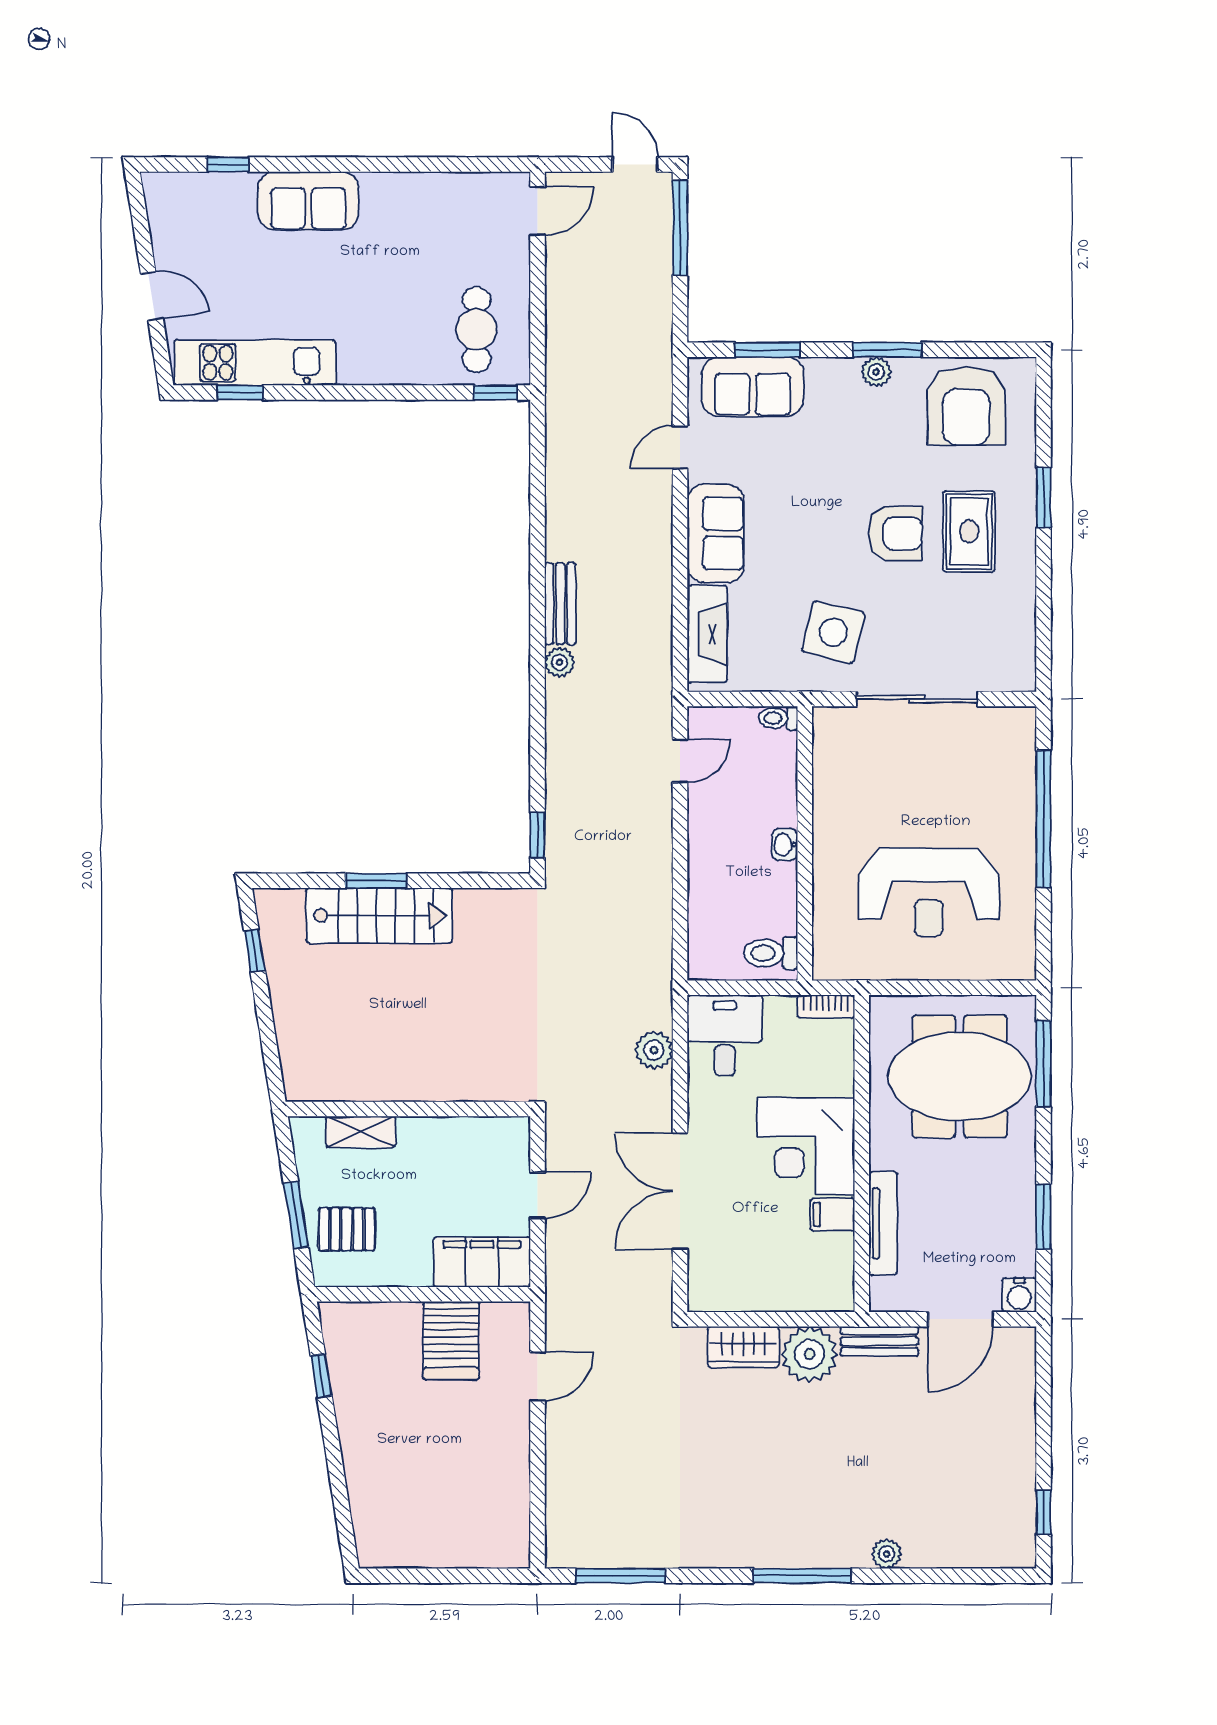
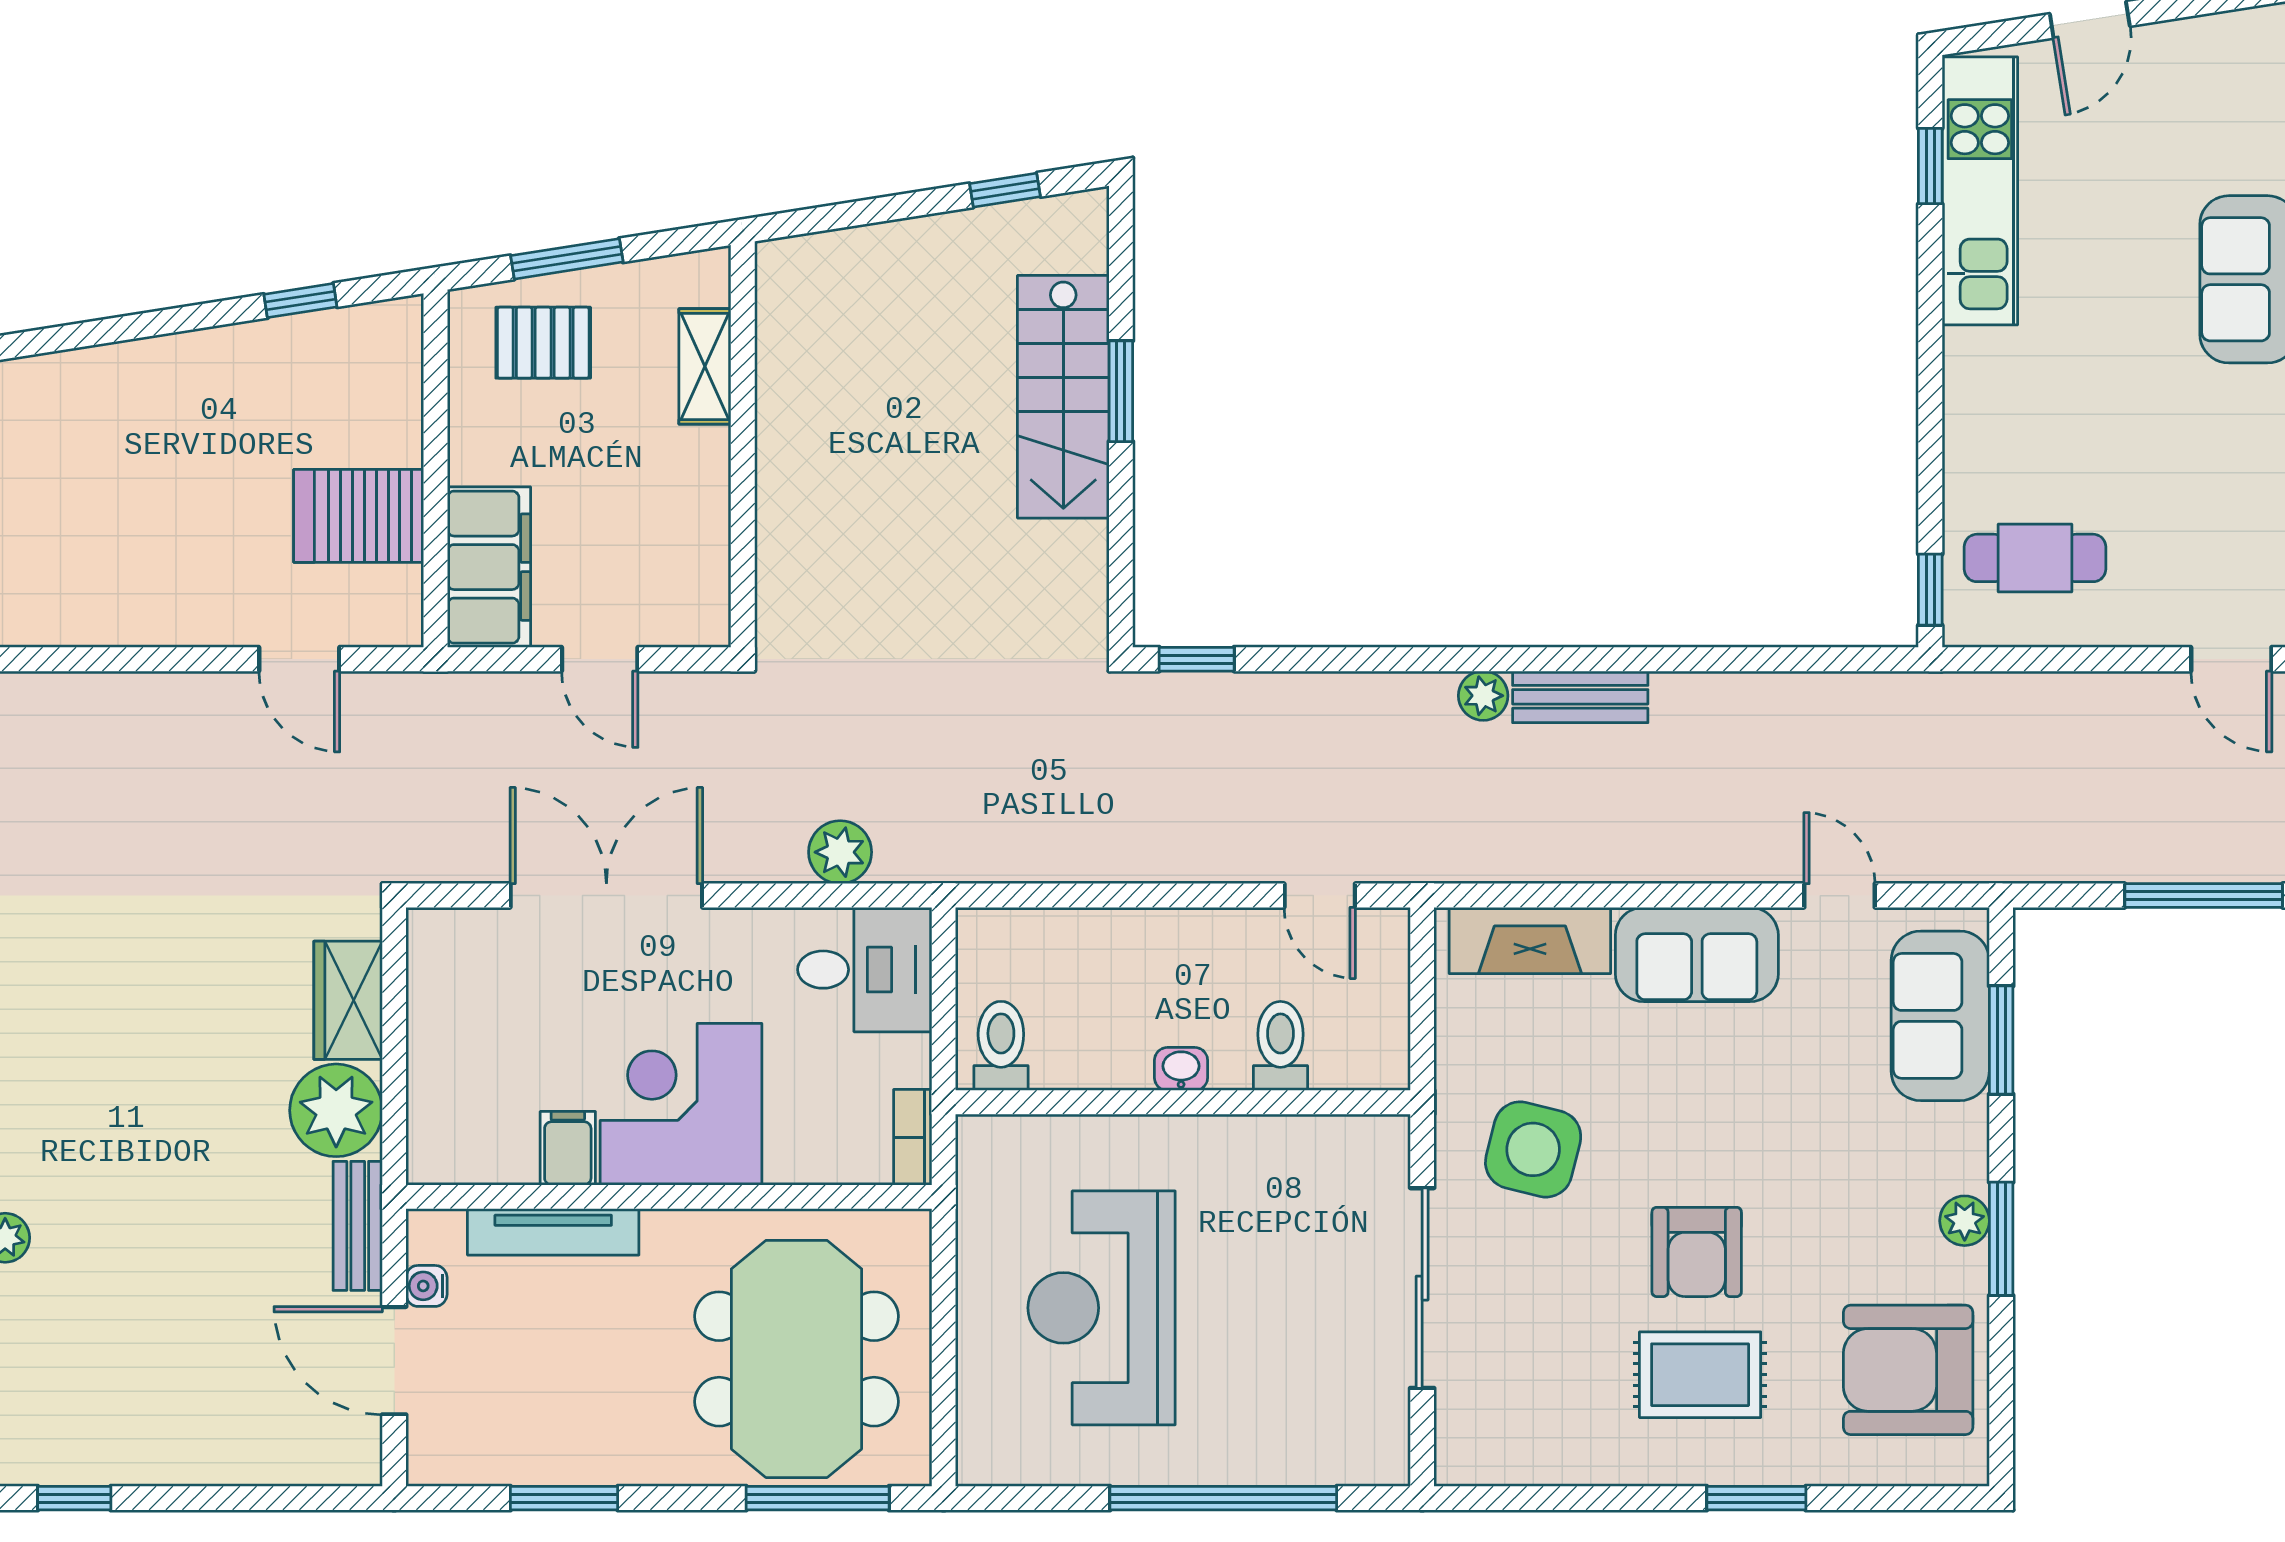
toilet: (778, 718) -> (1280, 1046), moved, width x1.37, depth x1.39
pallet: (347, 1229) -> (543, 343), turned 90
water cooler: (1019, 1295) -> (426, 1286), moved, width x0.72, depth x0.72

